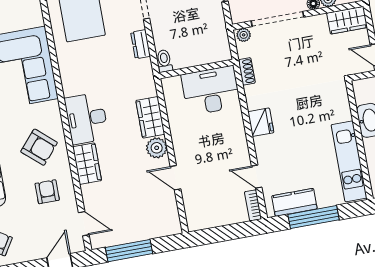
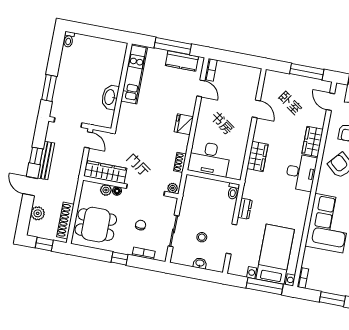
wardrobe: (347, 20) -> (105, 172), width x1.50
plant: (157, 148) -> (261, 134), removed

